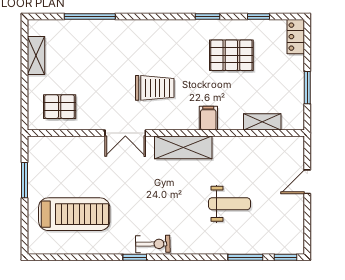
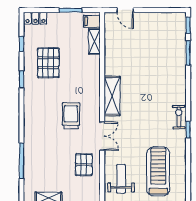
pallet: (60, 107) -> (84, 165), moved
filing cabinet: (208, 118) -> (92, 21), moved
door: (307, 182) -> (125, 10), moved
weight bench: (229, 204) -> (121, 179), moved

